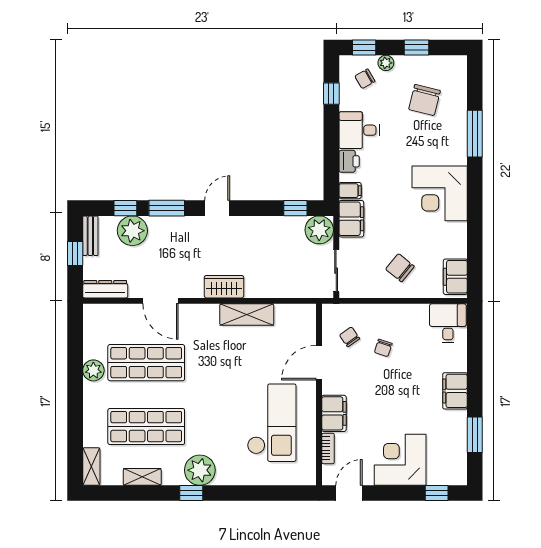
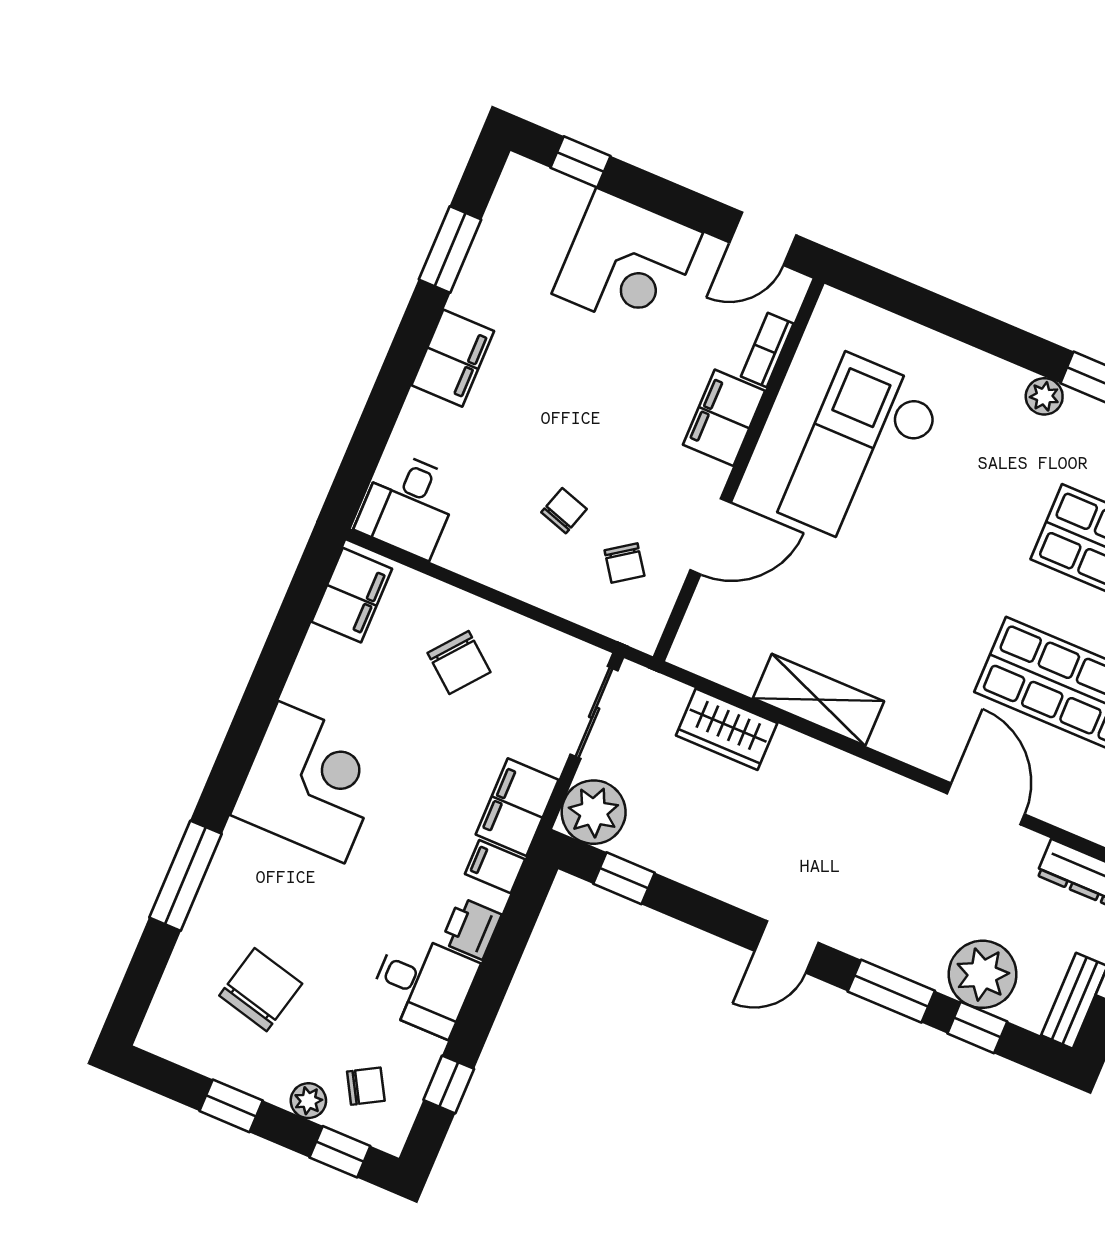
wardrobe: (224, 287) -> (727, 729), moved
plant: (200, 470) -> (1044, 396), width x0.53, depth x0.53

